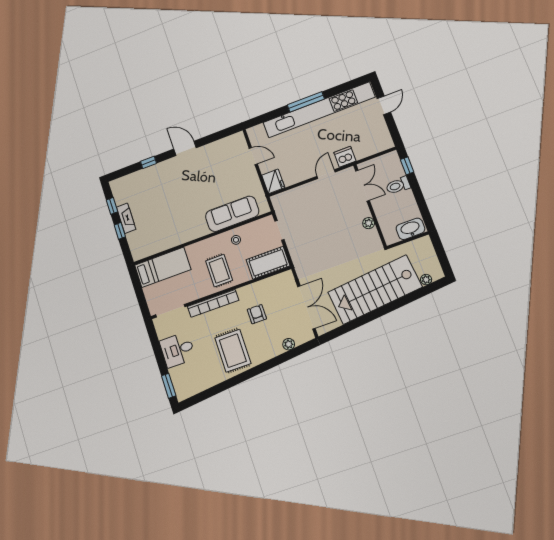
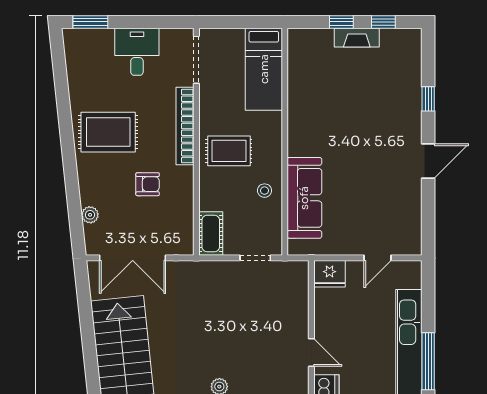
cot: (268, 263) -> (211, 233), width x0.73, depth x0.75

